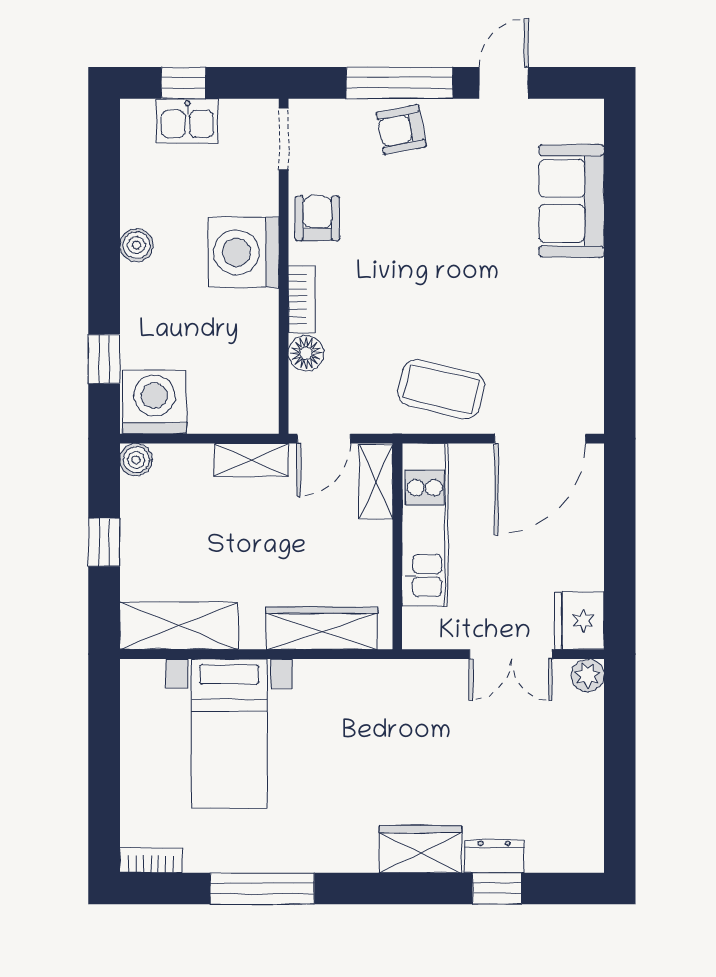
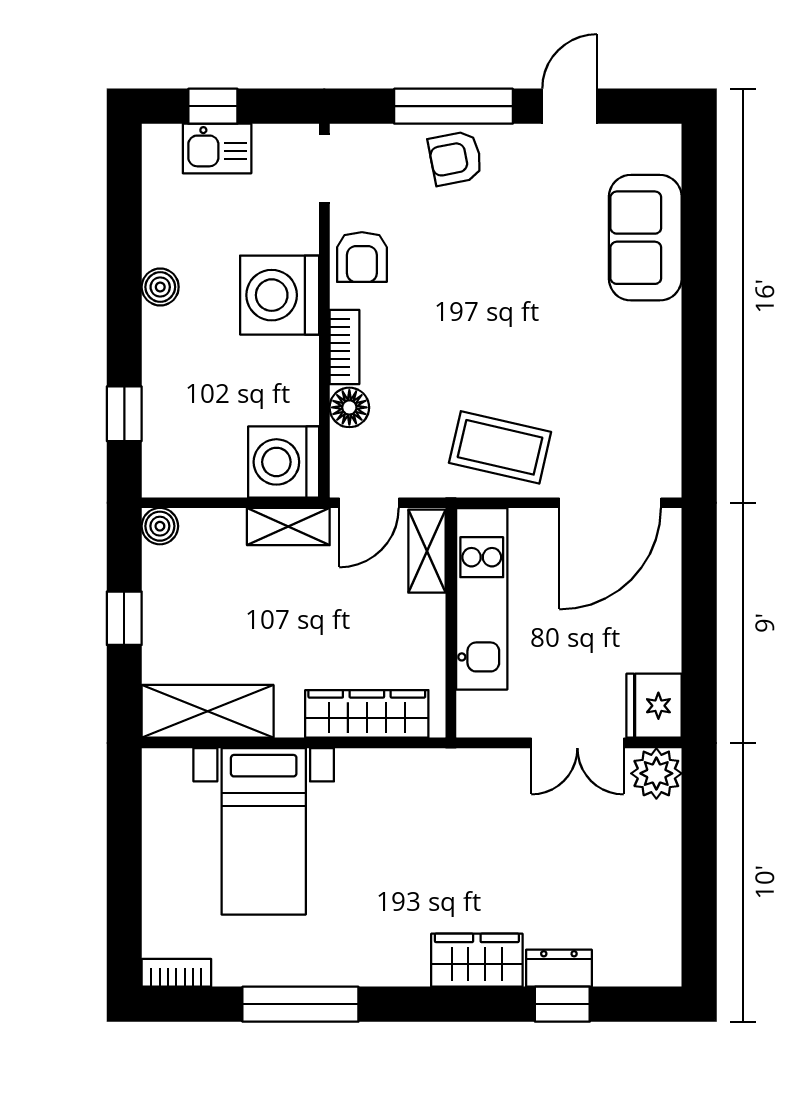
armchair: (317, 218) -> (362, 257), turned 180
washing machine: (154, 402) -> (284, 462), moved, turned -90
plant: (588, 675) -> (656, 773), width x1.38, depth x1.38

